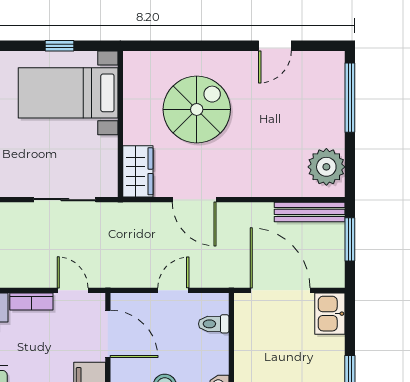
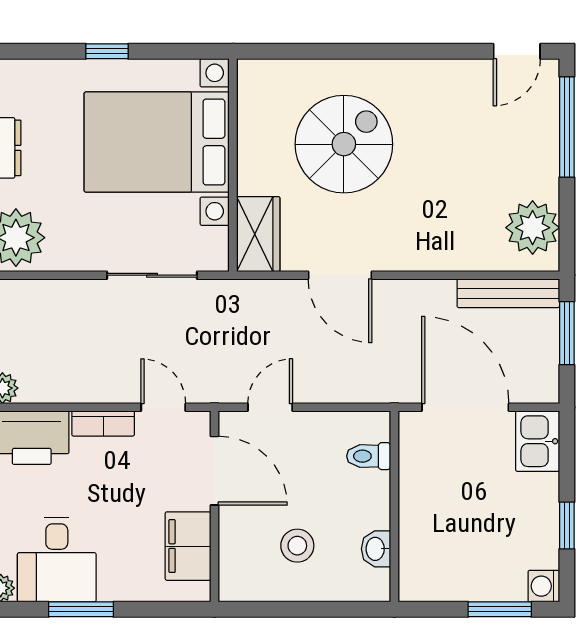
window: (59, 46) -> (107, 51), moved
door: (275, 46) -> (517, 51), moved
bed with nightstands: (68, 93) -> (157, 142), width x1.36
door: (173, 290) -> (270, 407), moved

